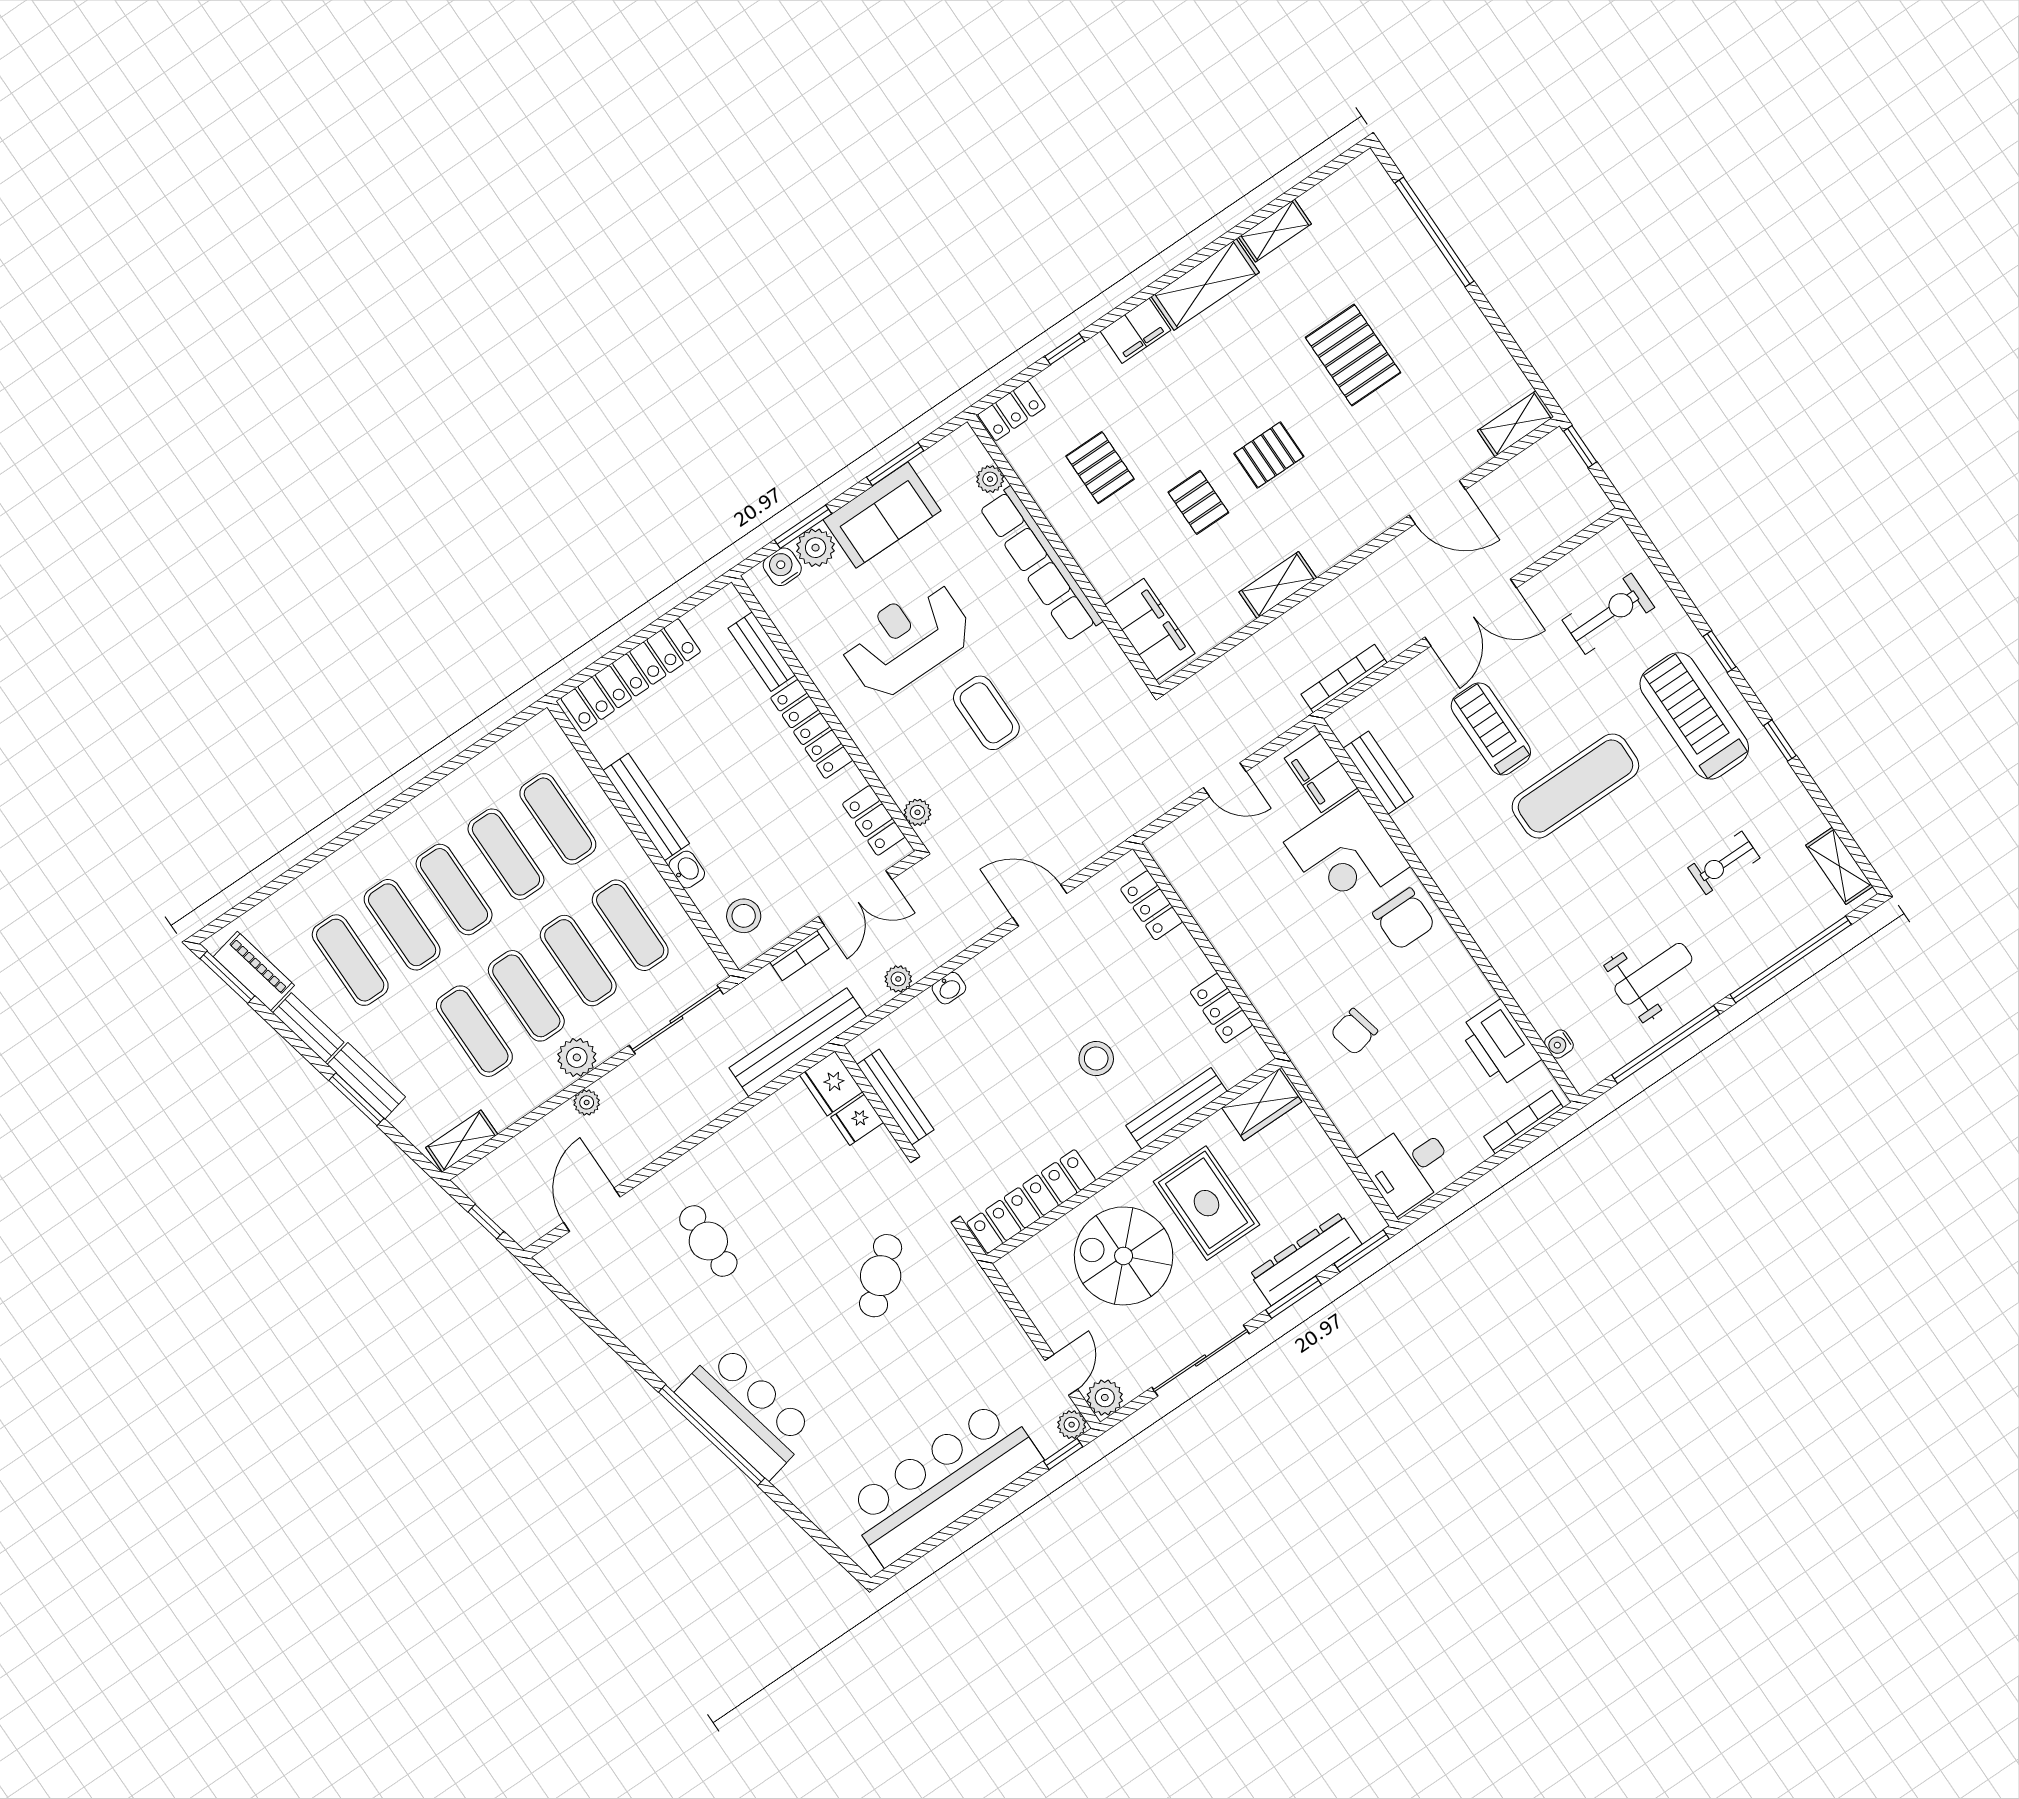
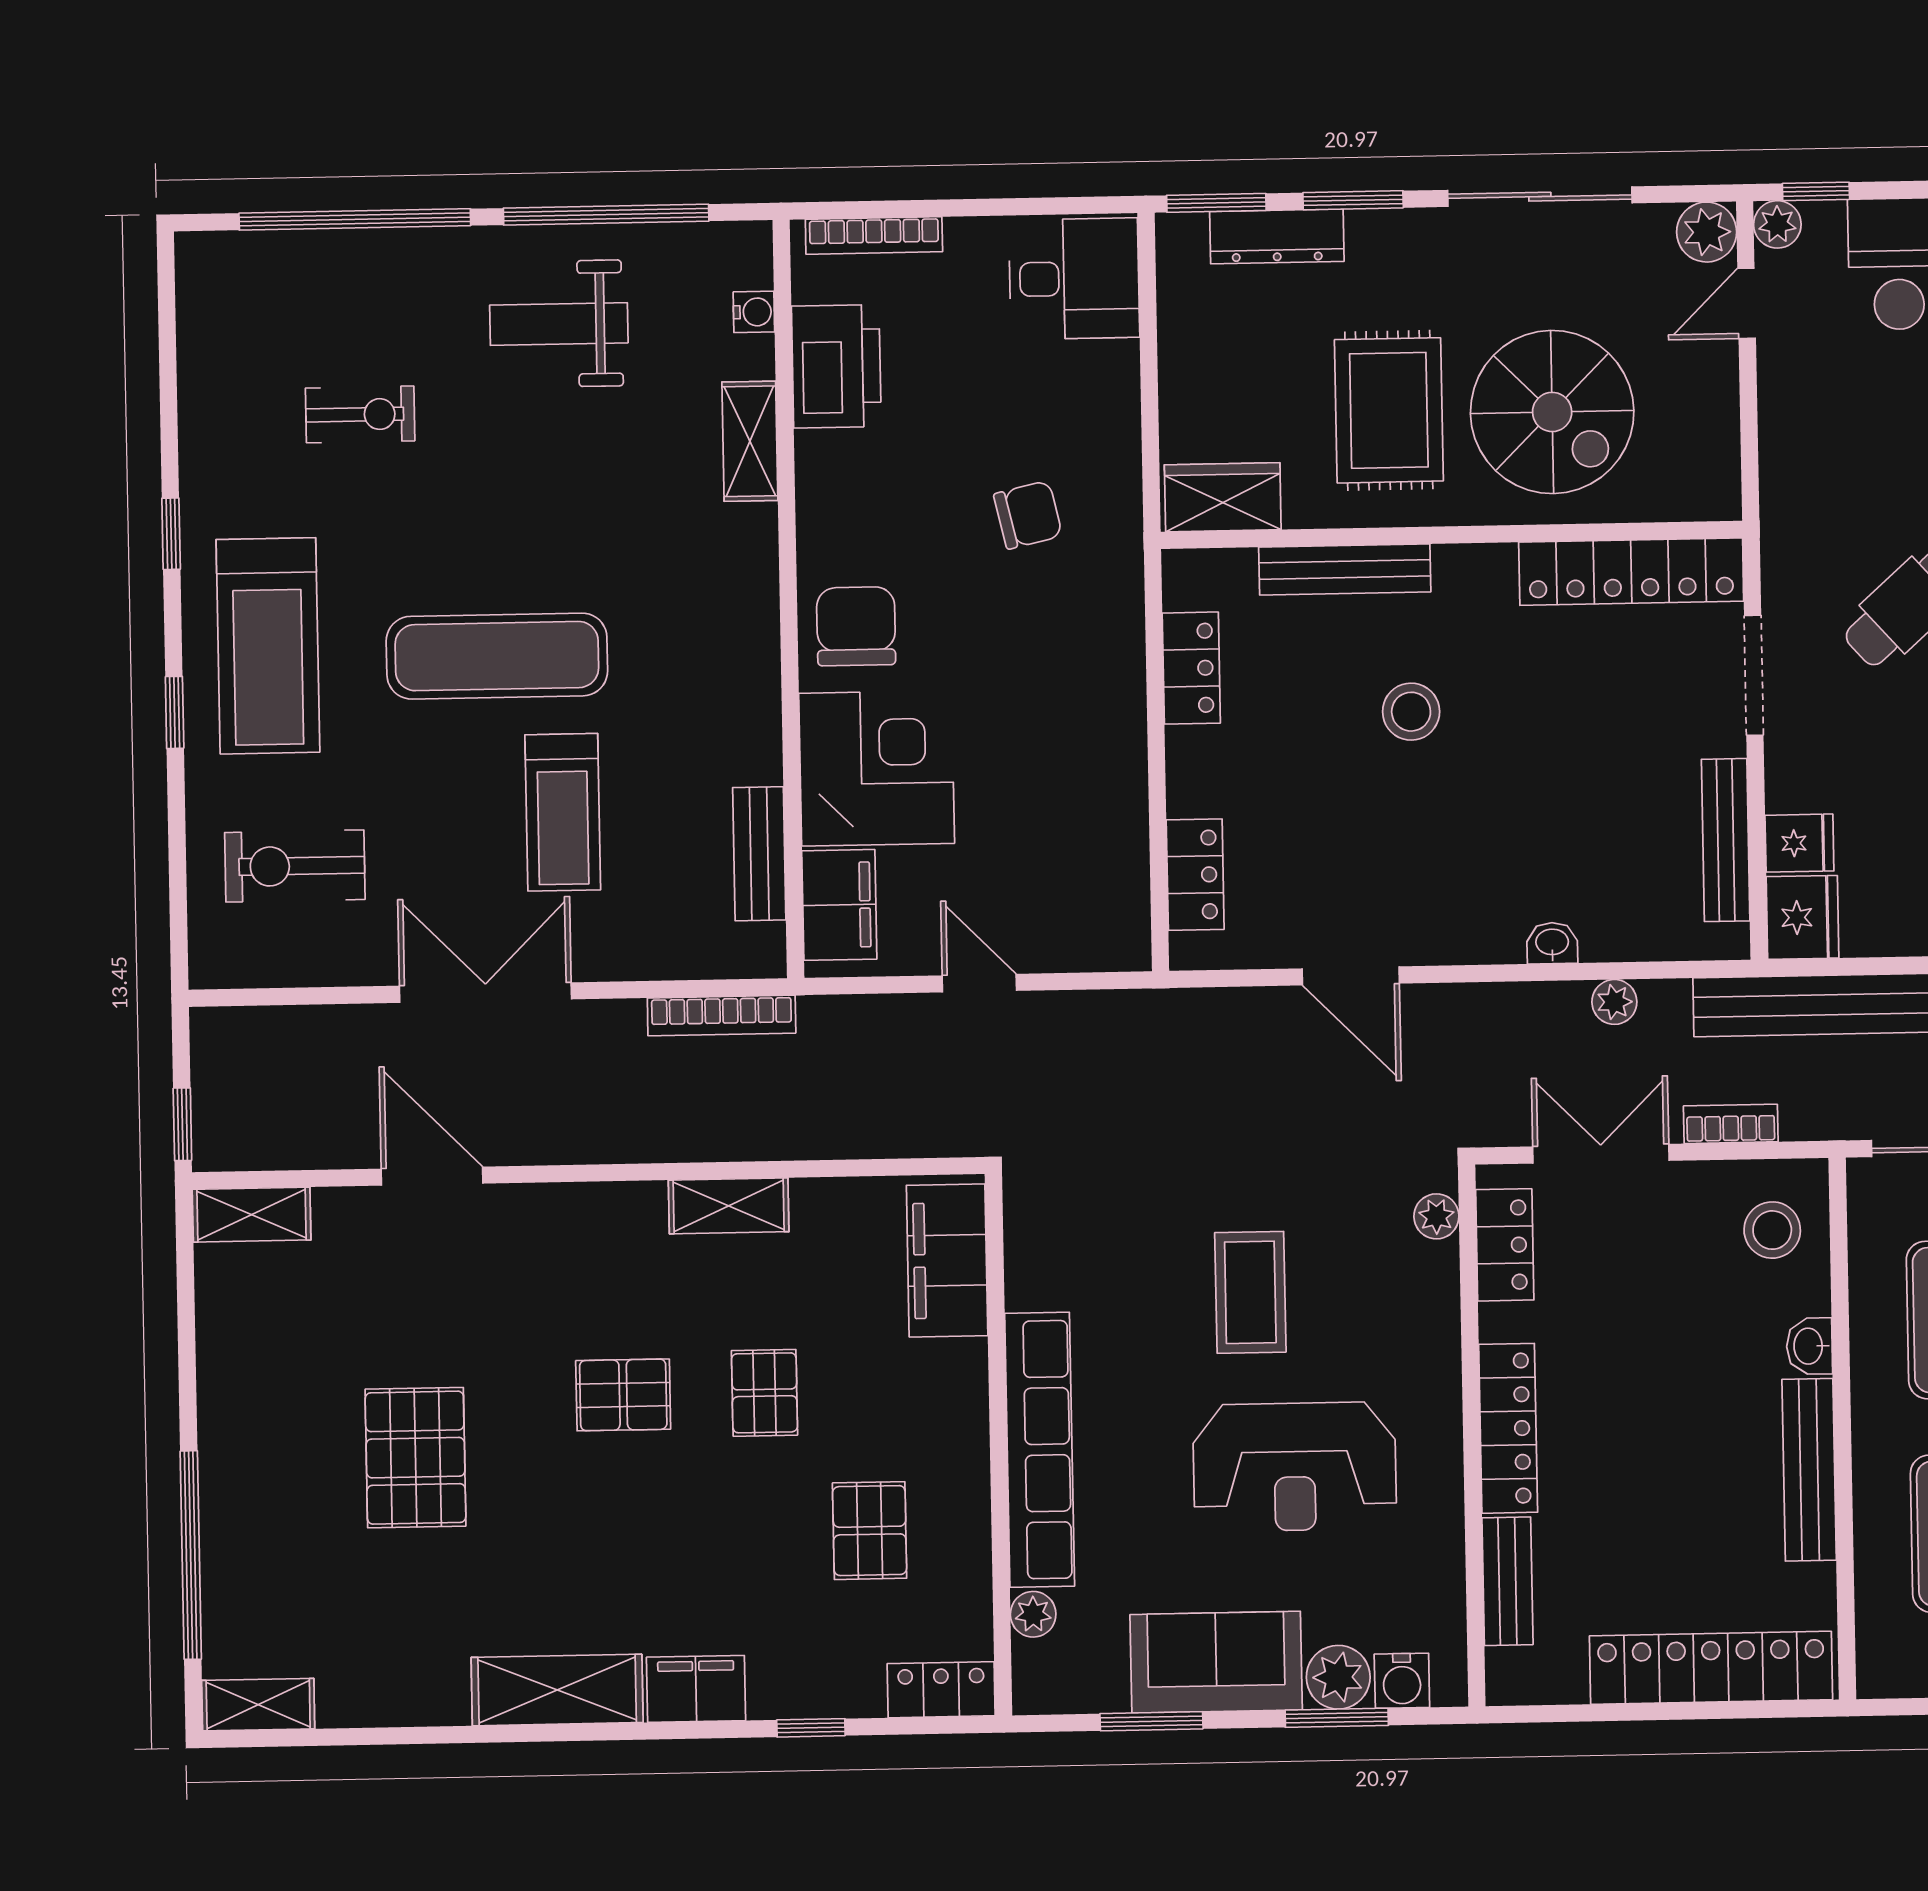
shelving: (1275, 231) -> (258, 1705), moved
shelving: (1839, 866) -> (750, 441), moved
dresser: (1306, 1259) -> (1277, 236), width x0.73, depth x0.80

